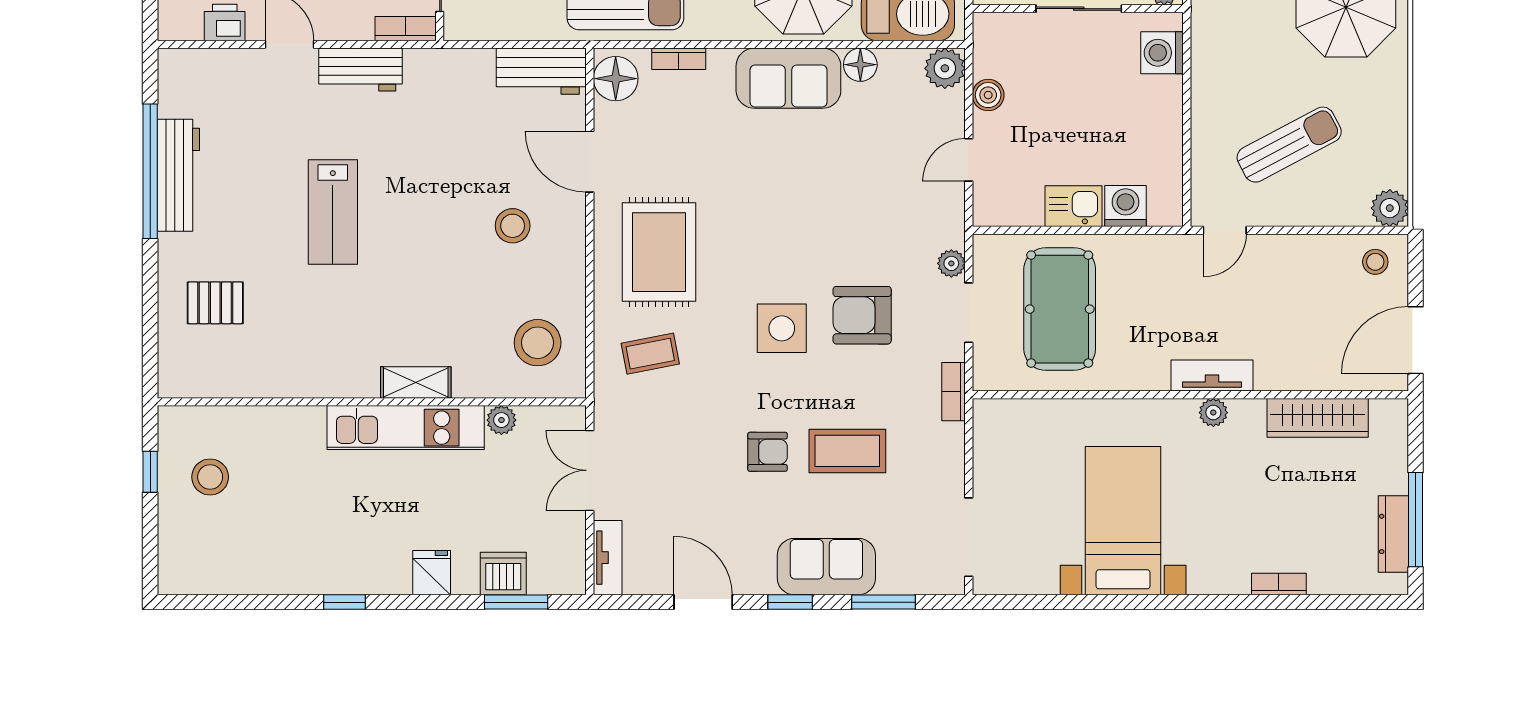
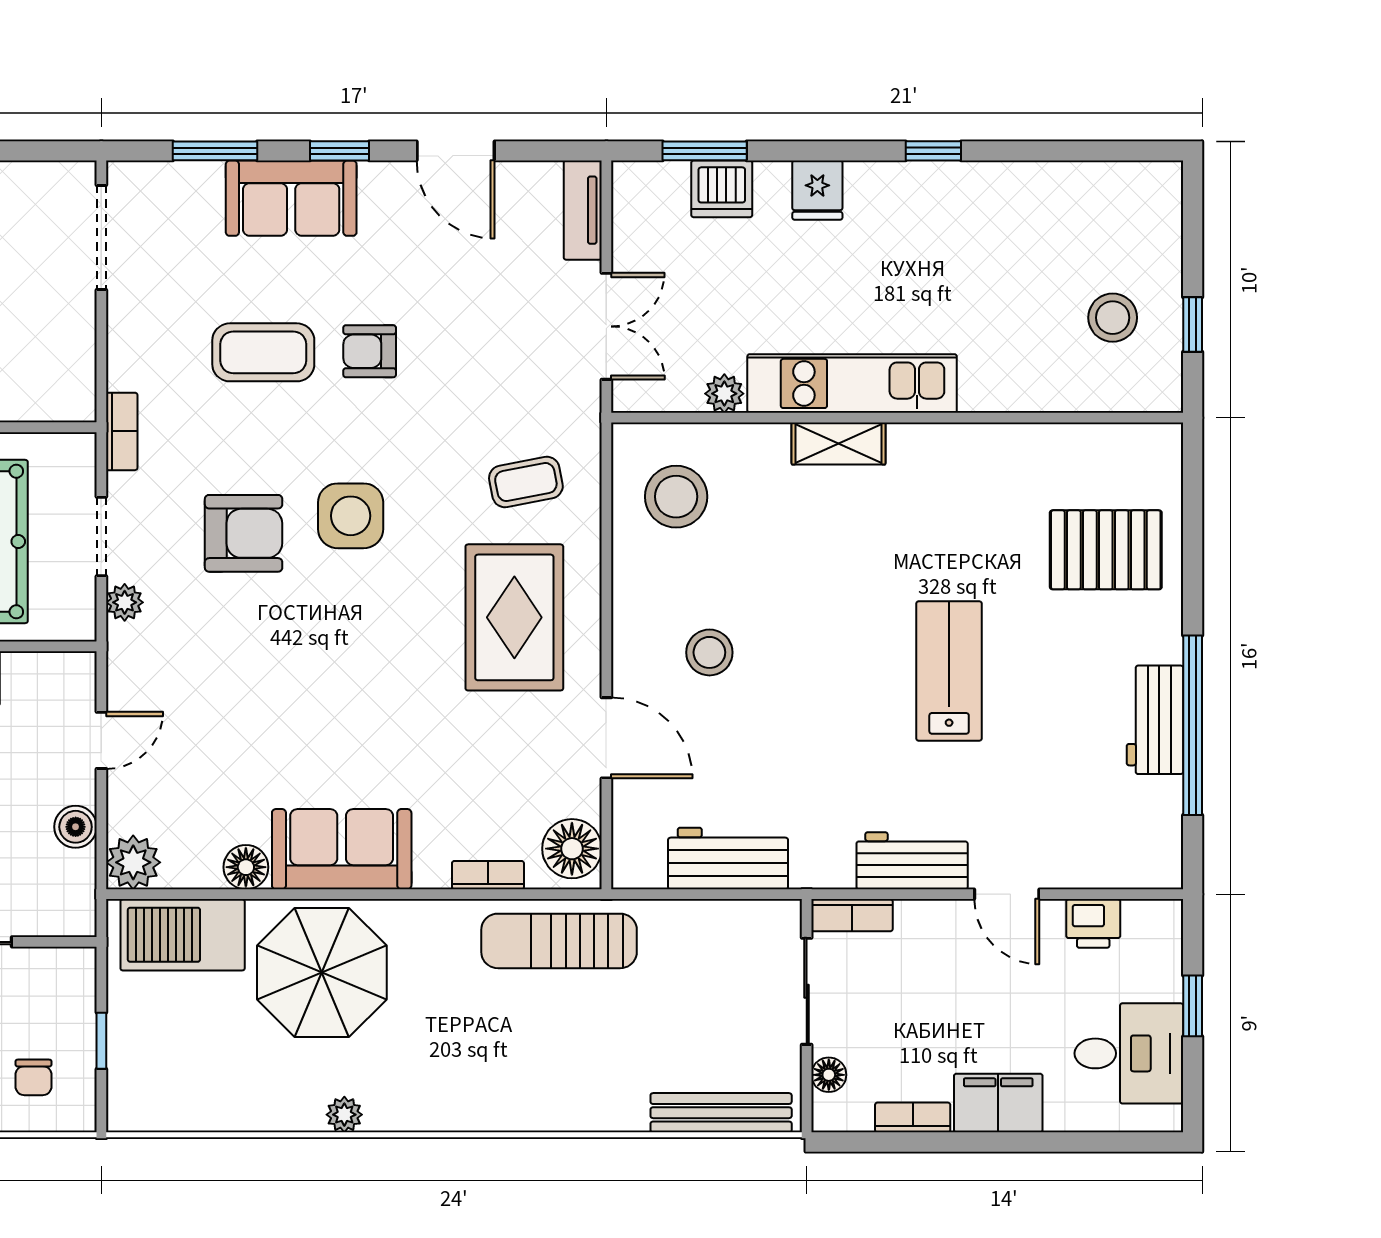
workbench: (541, 71) -> (728, 859), moved
workbench: (178, 175) -> (1155, 720), width x0.73
pallet: (215, 303) -> (1106, 550), width x1.50, depth x1.42

